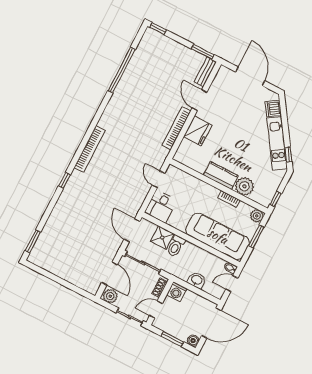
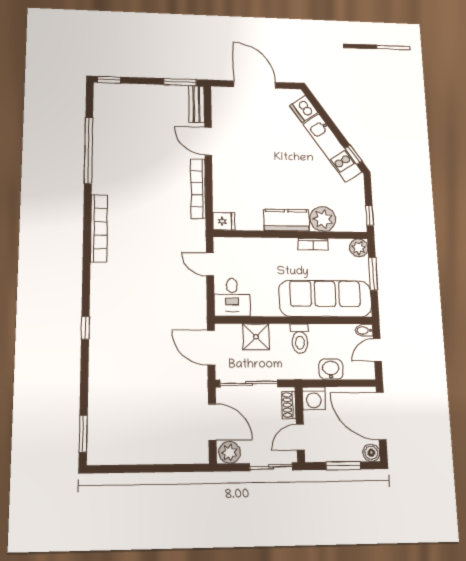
fridge: (198, 131) -> (224, 221), moved, width x0.53, depth x0.75
bookcase: (90, 149) -> (99, 228), moved
toilet: (176, 246) -> (300, 339), moved
door: (211, 323) -> (381, 416), swing flipped

